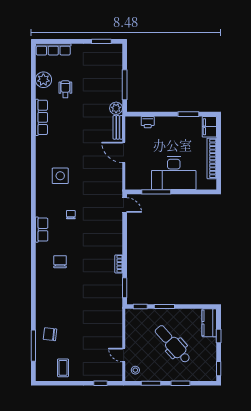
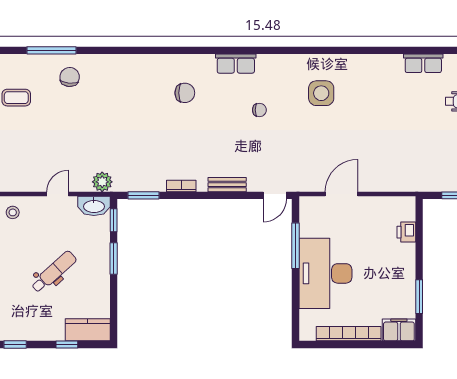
plant: (116, 108) -> (102, 182), moved
row of seats: (41, 117) -> (423, 63), width x0.68
bench: (118, 127) -> (227, 185), moved
door: (124, 152) -> (341, 194), moved
washbasin: (131, 319) -> (94, 206), added
dental chair: (173, 344) -> (54, 272), width x0.73, depth x0.72
door: (124, 355) -> (58, 194), moved

